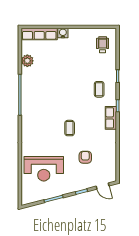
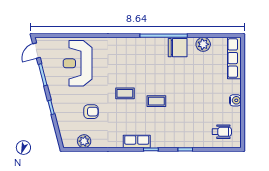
water cooler: (63, 33) -> (235, 100), moved
chair: (30, 83) -> (178, 48), added
coffee table: (99, 89) -> (156, 101), moved
plant: (111, 163) -> (84, 141), added
door: (103, 186) -> (36, 51), moved

